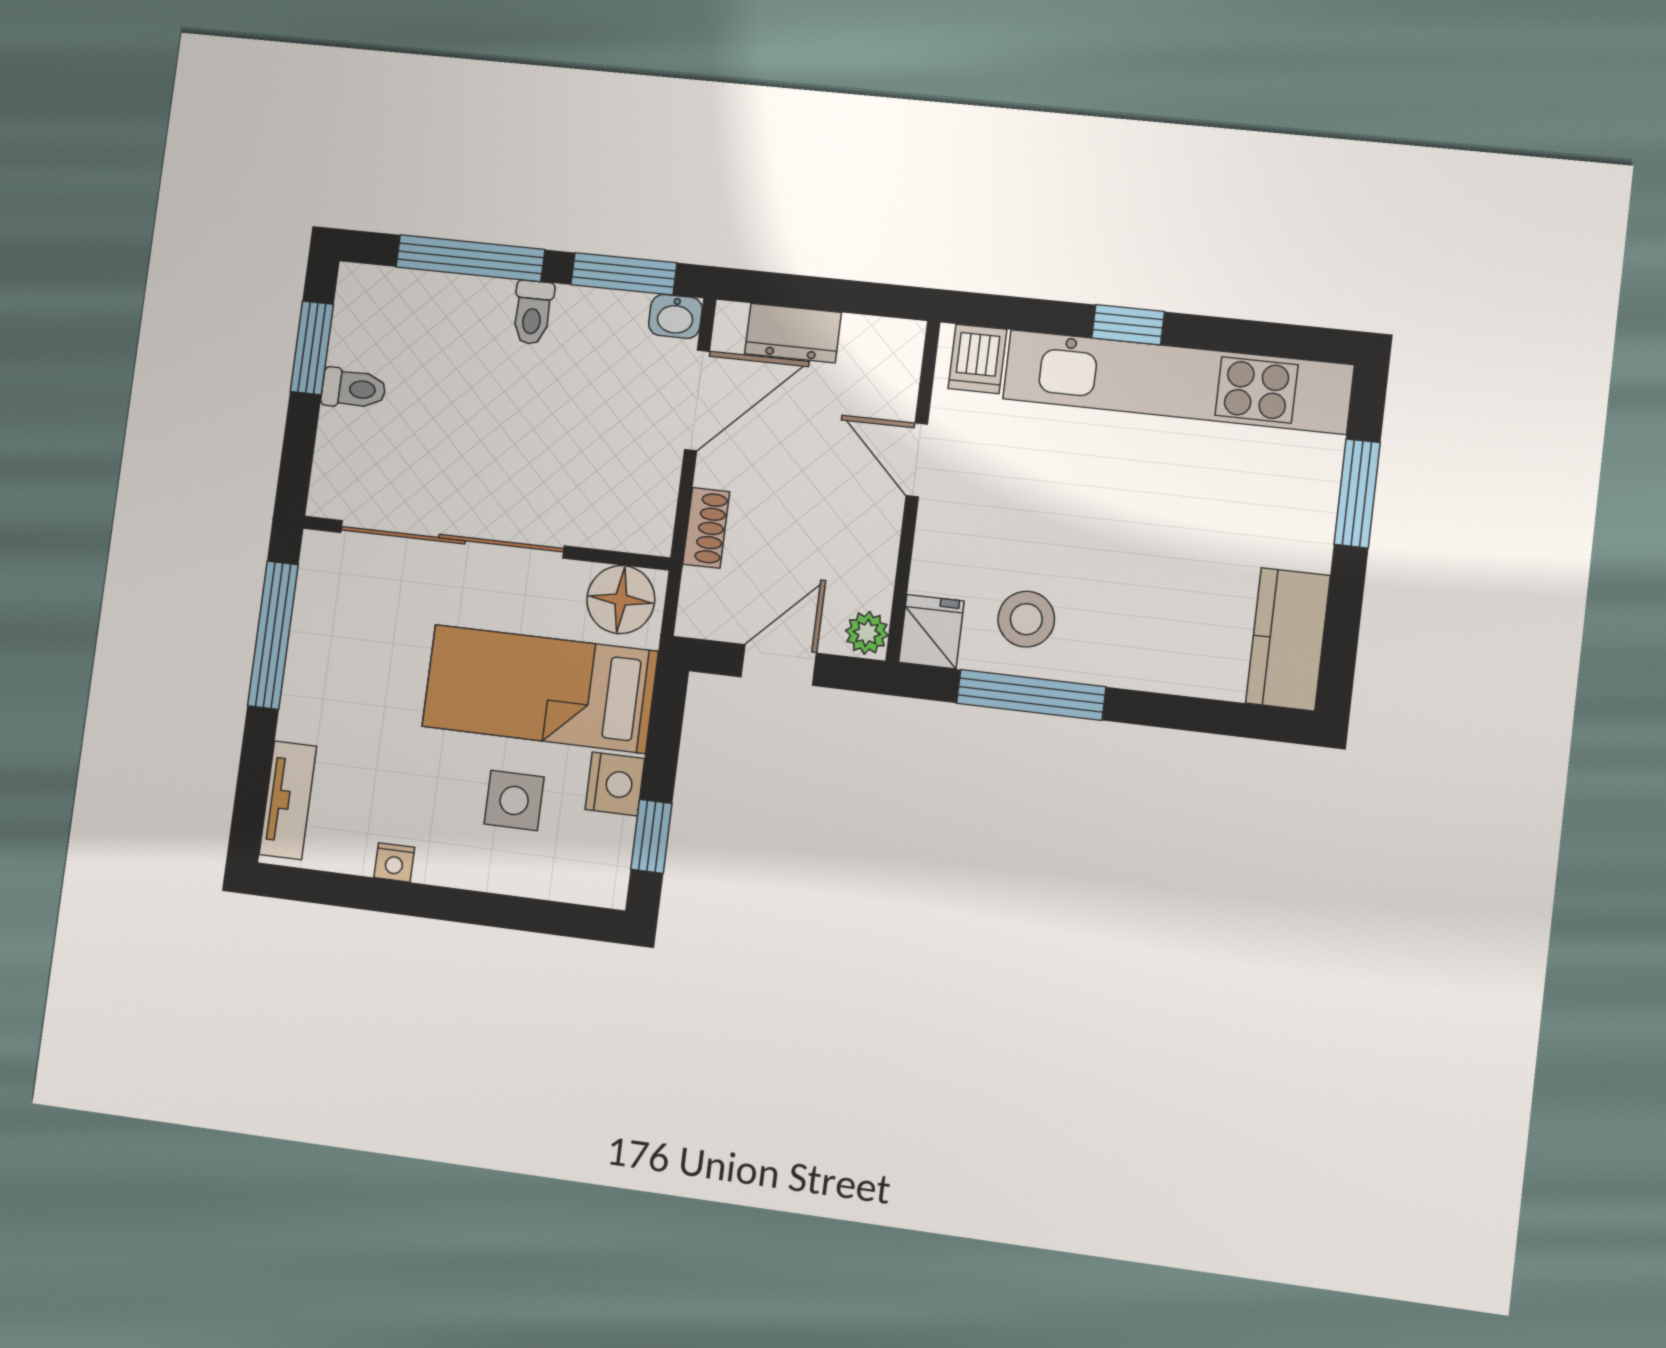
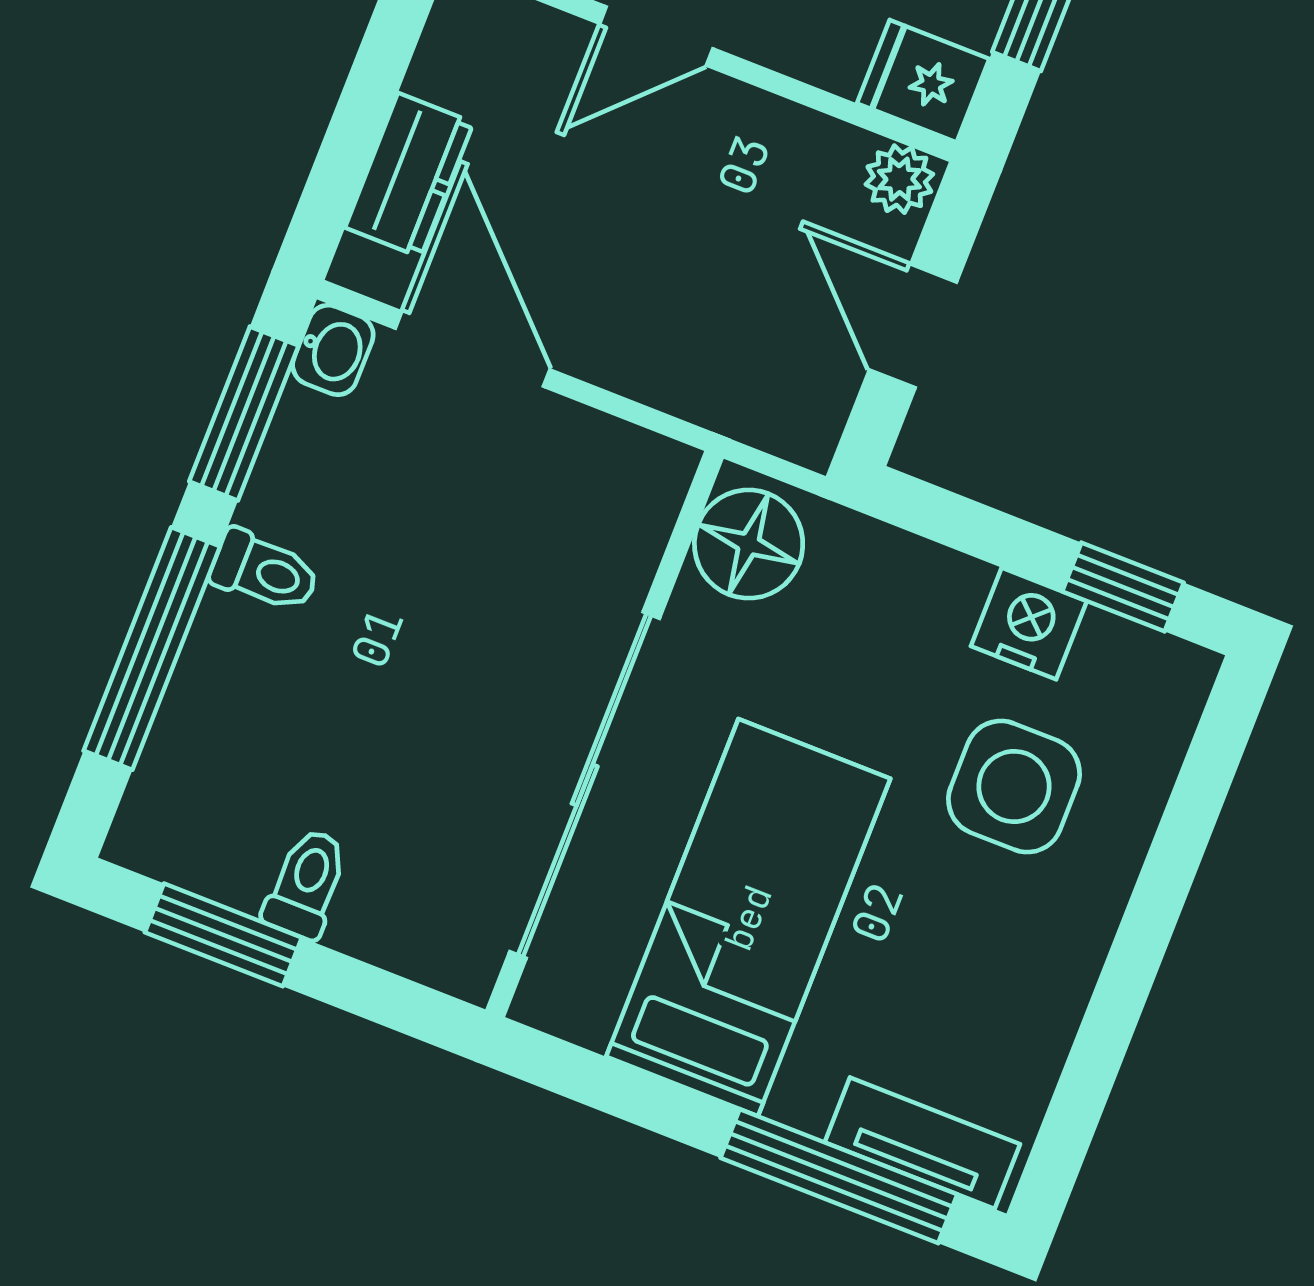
shoe rack: (706, 528) -> (673, 384), removed
window: (273, 635) -> (839, 1176), moved
bed: (540, 689) -> (748, 918), moved, turned 180
side table: (514, 801) -> (1014, 787), width x1.37, depth x1.37
nightstand: (394, 862) -> (1061, 998), removed

